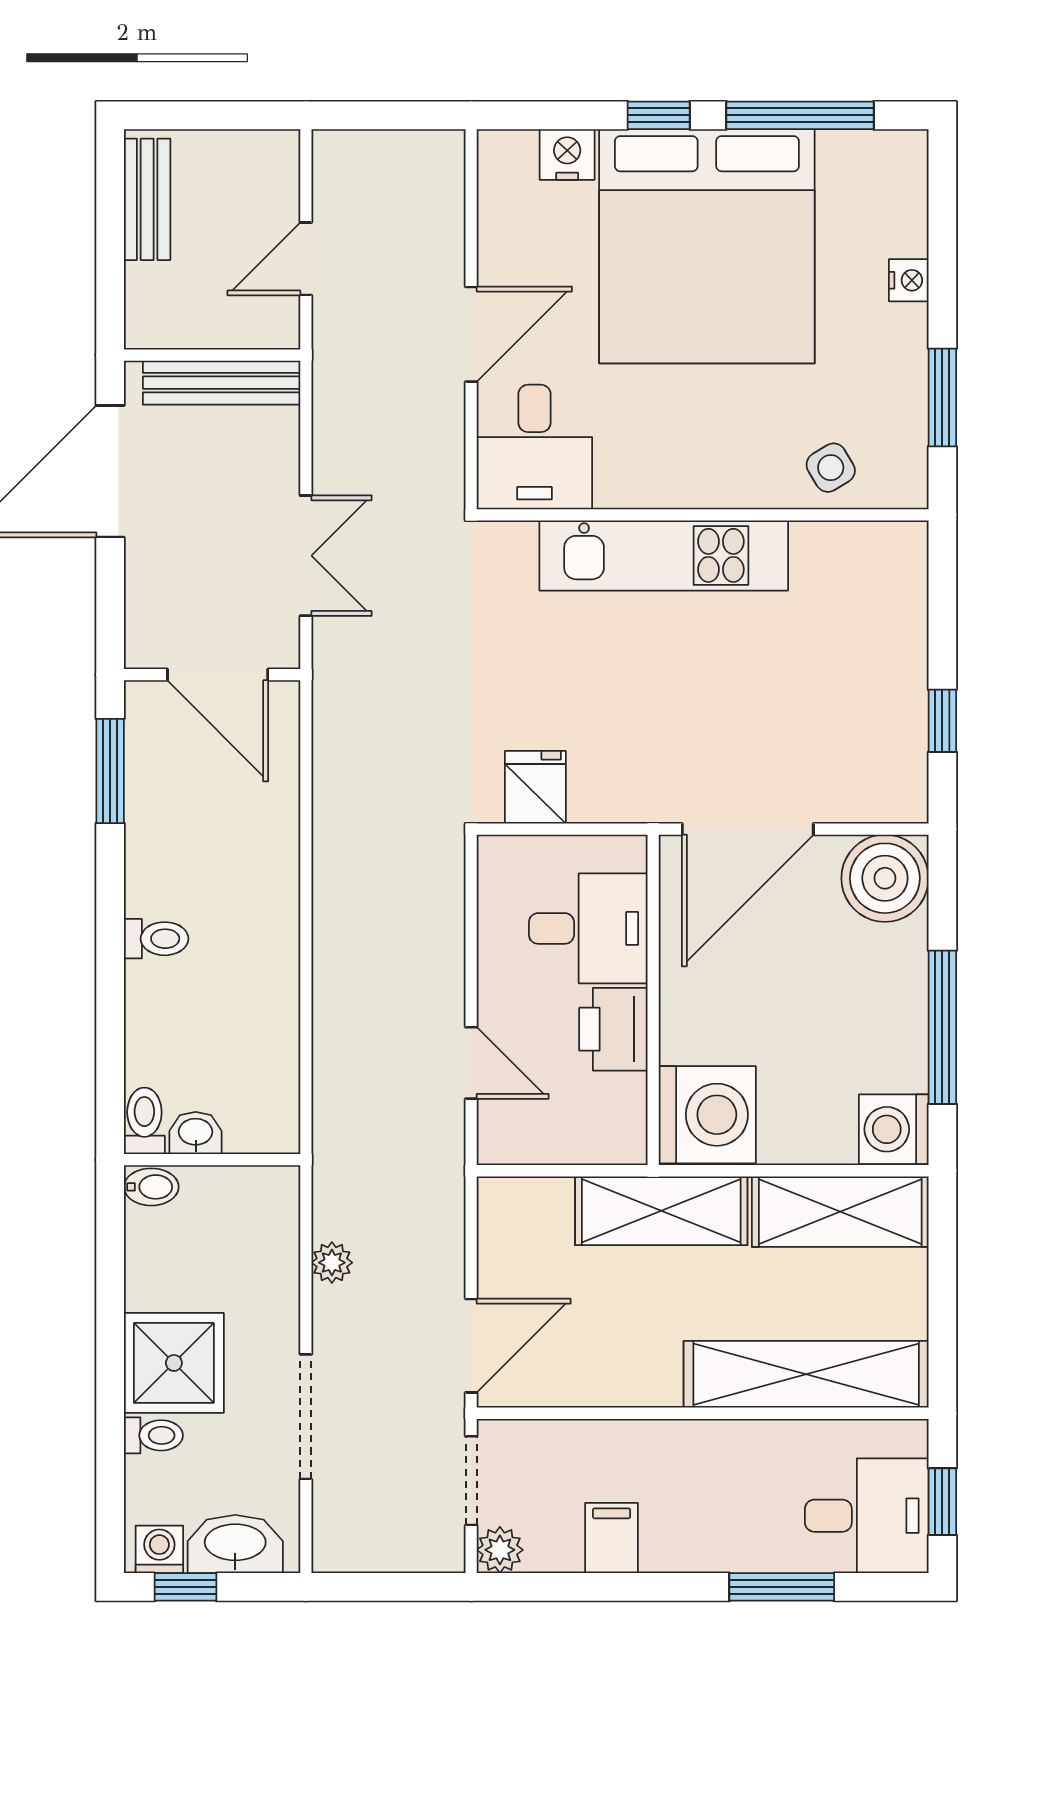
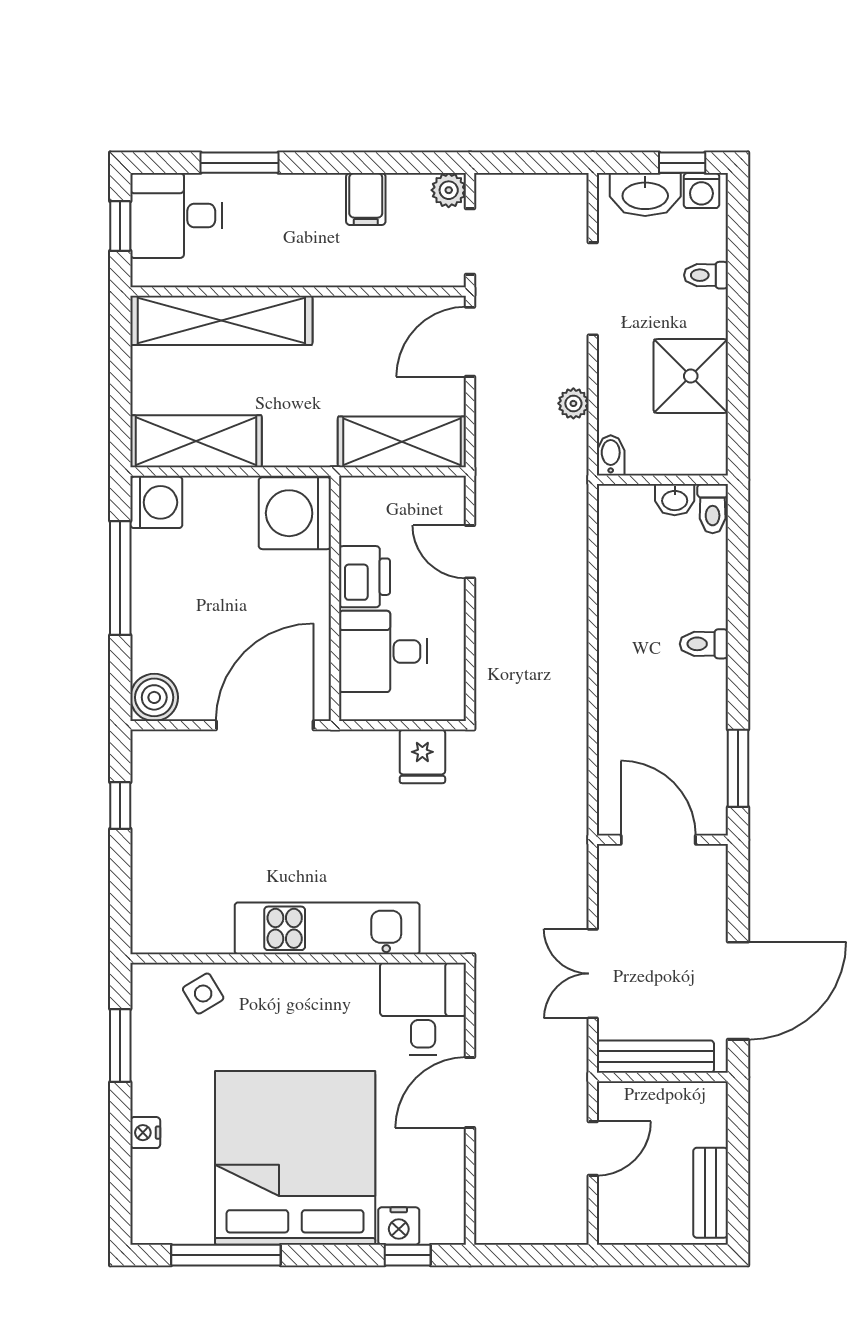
window: (659, 115) -> (408, 1255), moved
double door: (306, 556) -> (593, 974), moved
boiler: (885, 878) -> (154, 697), width x0.73, depth x0.73
bidet: (151, 1187) -> (611, 455), moved, turned 90
shelving: (661, 1211) -> (402, 442), moved
shower: (174, 1363) -> (691, 376), moved

